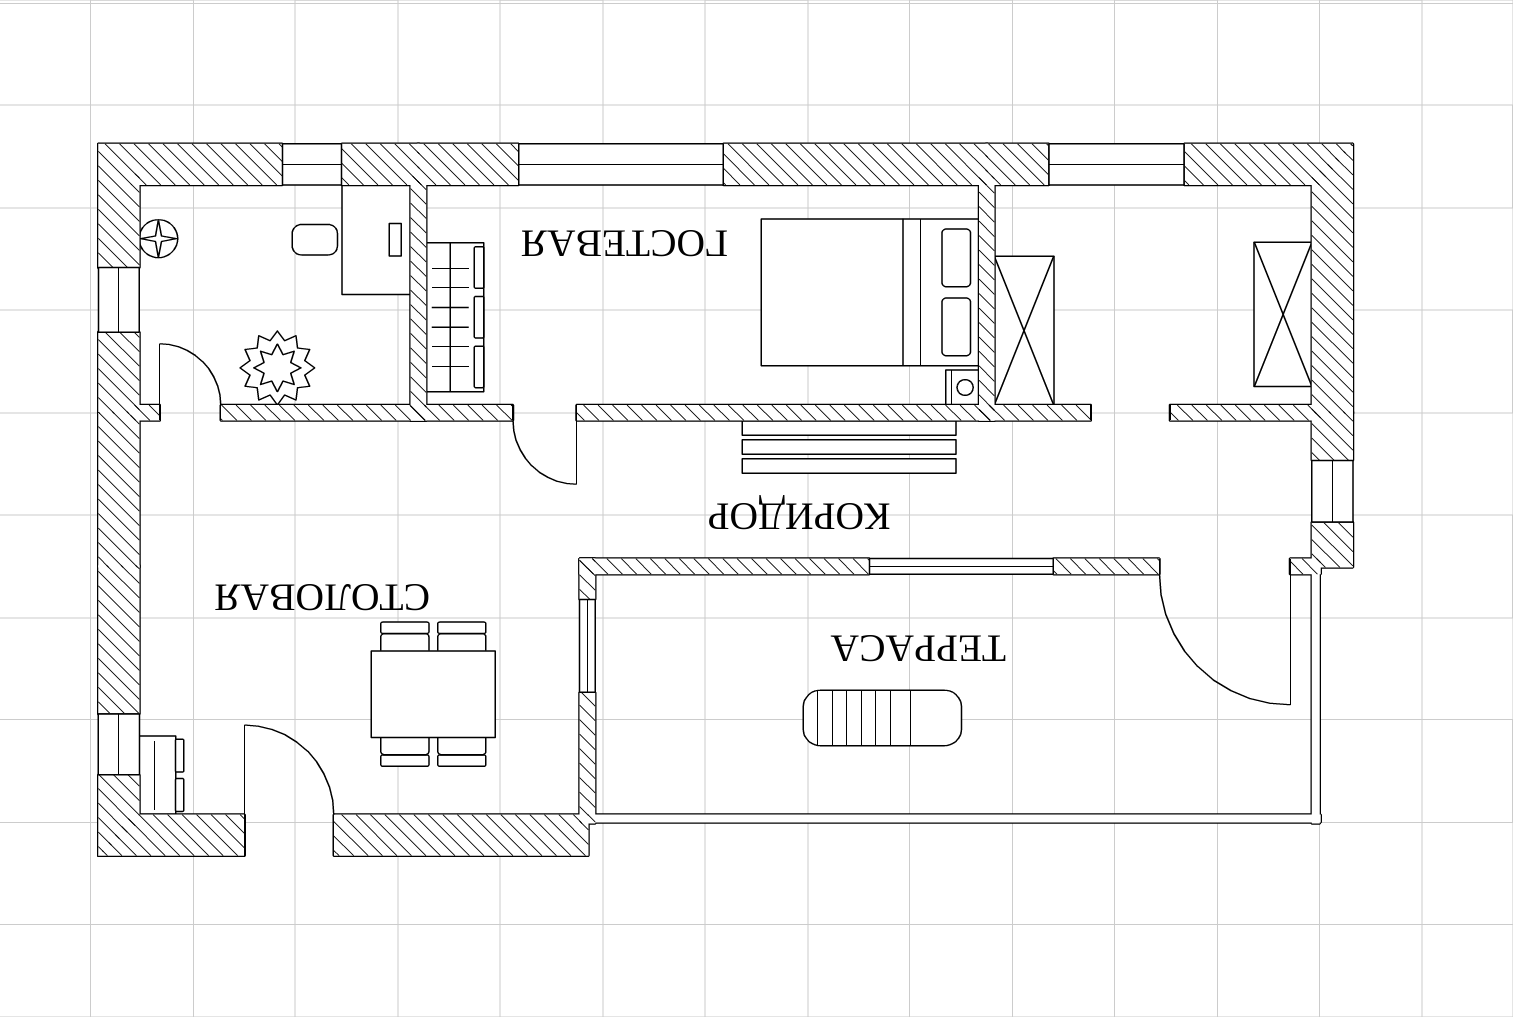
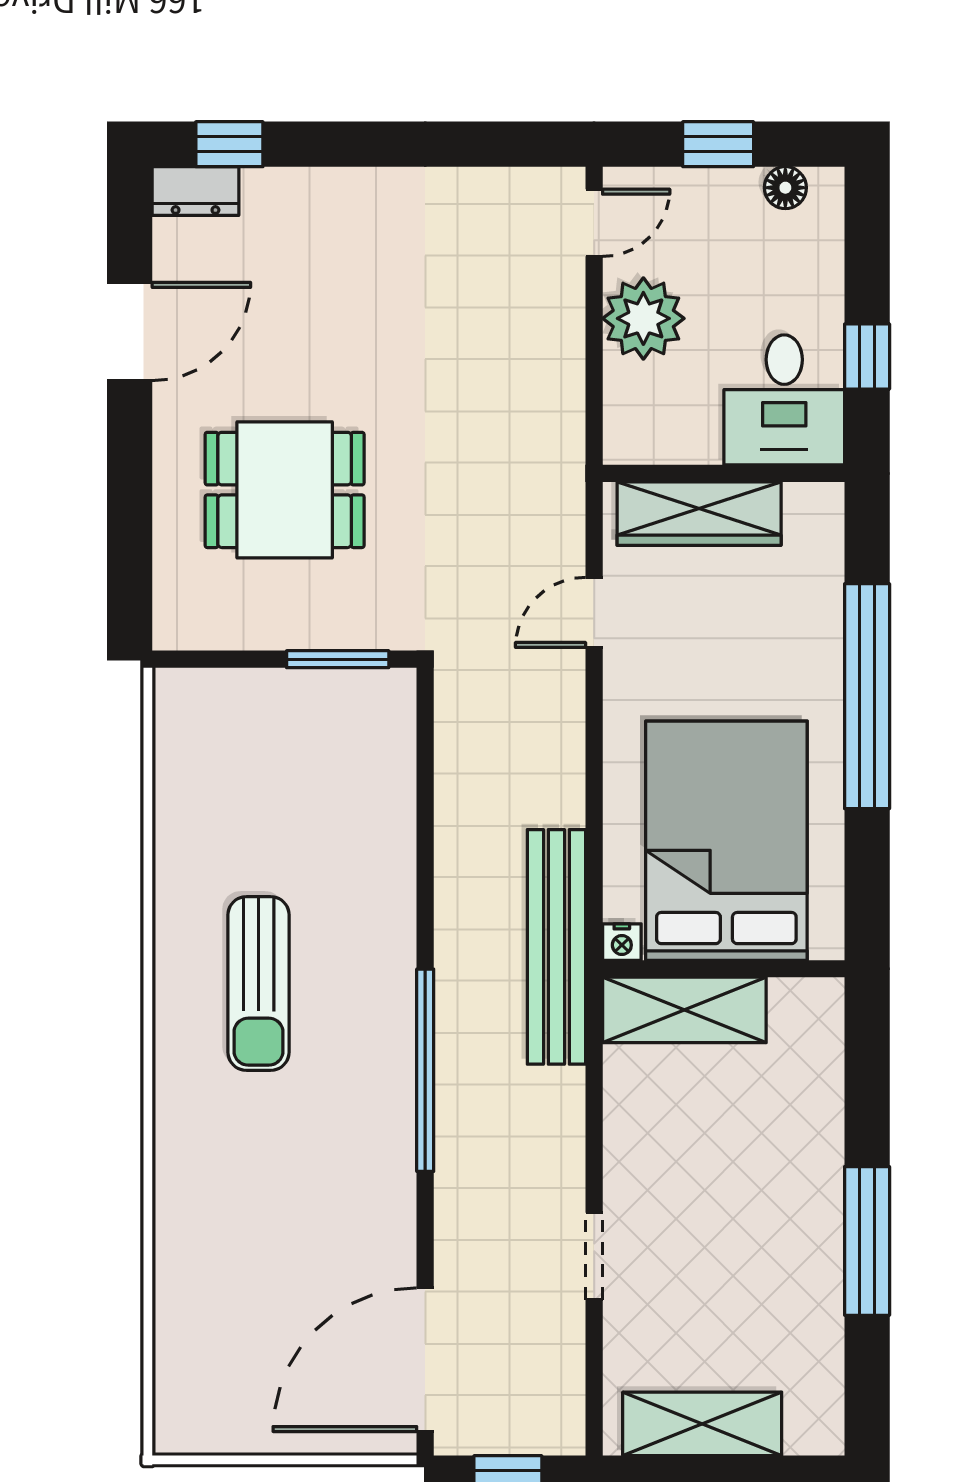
bed: (870, 292) -> (726, 841), moved
wall: (987, 295) -> (724, 969), moved
shelving: (1024, 331) -> (684, 1010), moved
nightstand: (962, 387) -> (622, 942), moved

